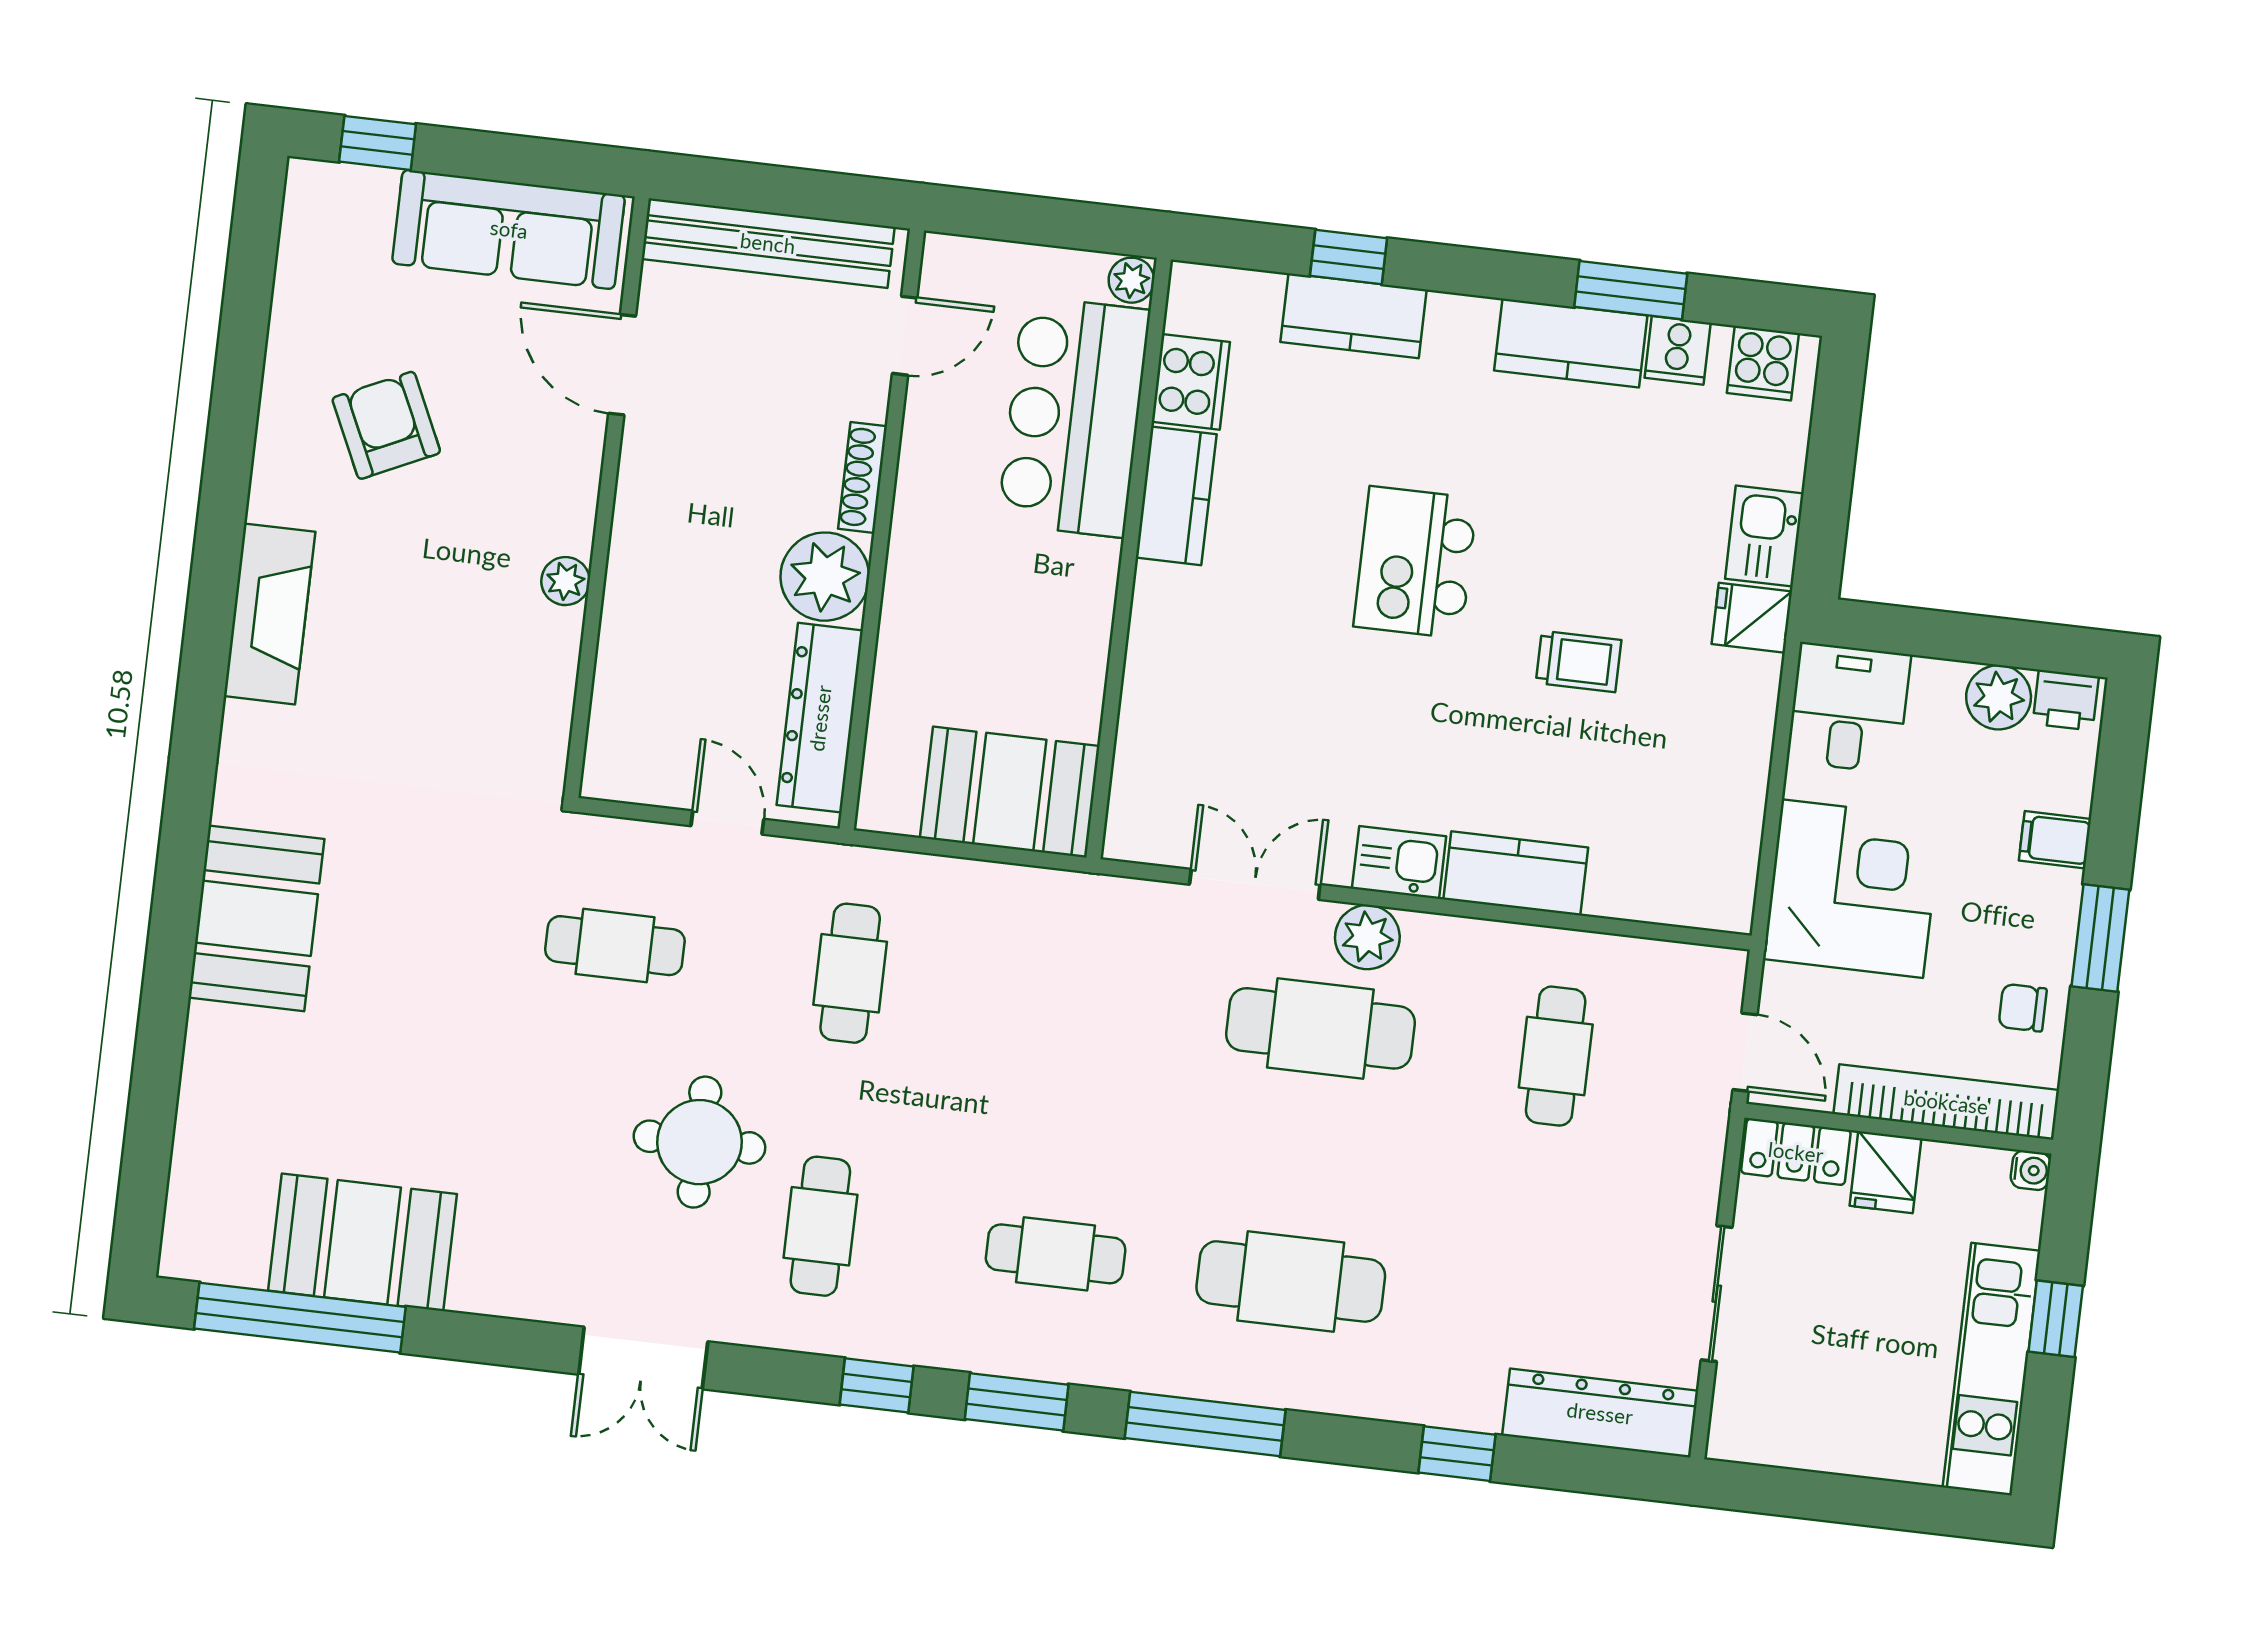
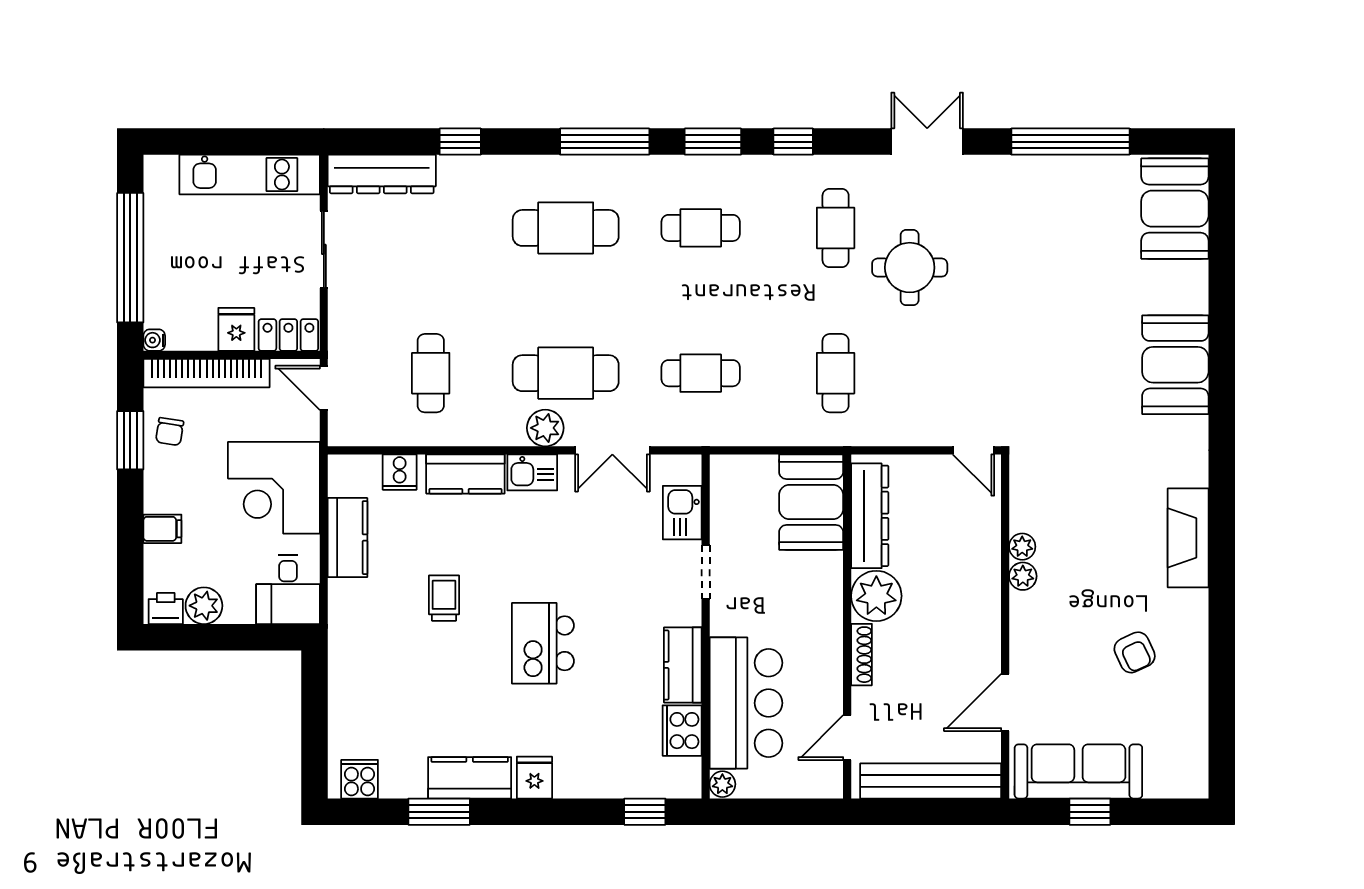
window: (378, 143) -> (1090, 812), moved
window: (1349, 257) -> (645, 812), moved
kitchen counter: (1354, 316) -> (348, 538), moved, turned 90
cooker: (1678, 350) -> (400, 472), moved, turned 180
door: (622, 365) -> (1005, 702), swing flipped
armchair: (386, 425) -> (1135, 652), width x0.72, depth x0.72
kitchen sink: (1764, 536) -> (682, 513), moved, turned 180
kitchen island: (1415, 562) -> (543, 643), turned 180
fridge: (1752, 618) -> (534, 778), moved, turned -90
plant: (560, 633) -> (1022, 547), added
doorway: (1117, 653) -> (706, 572), added
trolley: (1579, 661) -> (444, 598), turned 90
booth: (1010, 792) -> (811, 502), moved, turned 90
door: (727, 822) -> (973, 450), moved
window: (2100, 938) -> (130, 440), moved
cafe table: (615, 946) -> (701, 373), moved
chair: (2023, 1008) -> (170, 432), turned 99
booth: (363, 1242) -> (1175, 209), moved, turned 90
window: (300, 1318) -> (1070, 142), moved
window: (2056, 1319) -> (130, 258), width x3.17
kitchen unit: (1991, 1369) -> (250, 175), moved, turned 90

